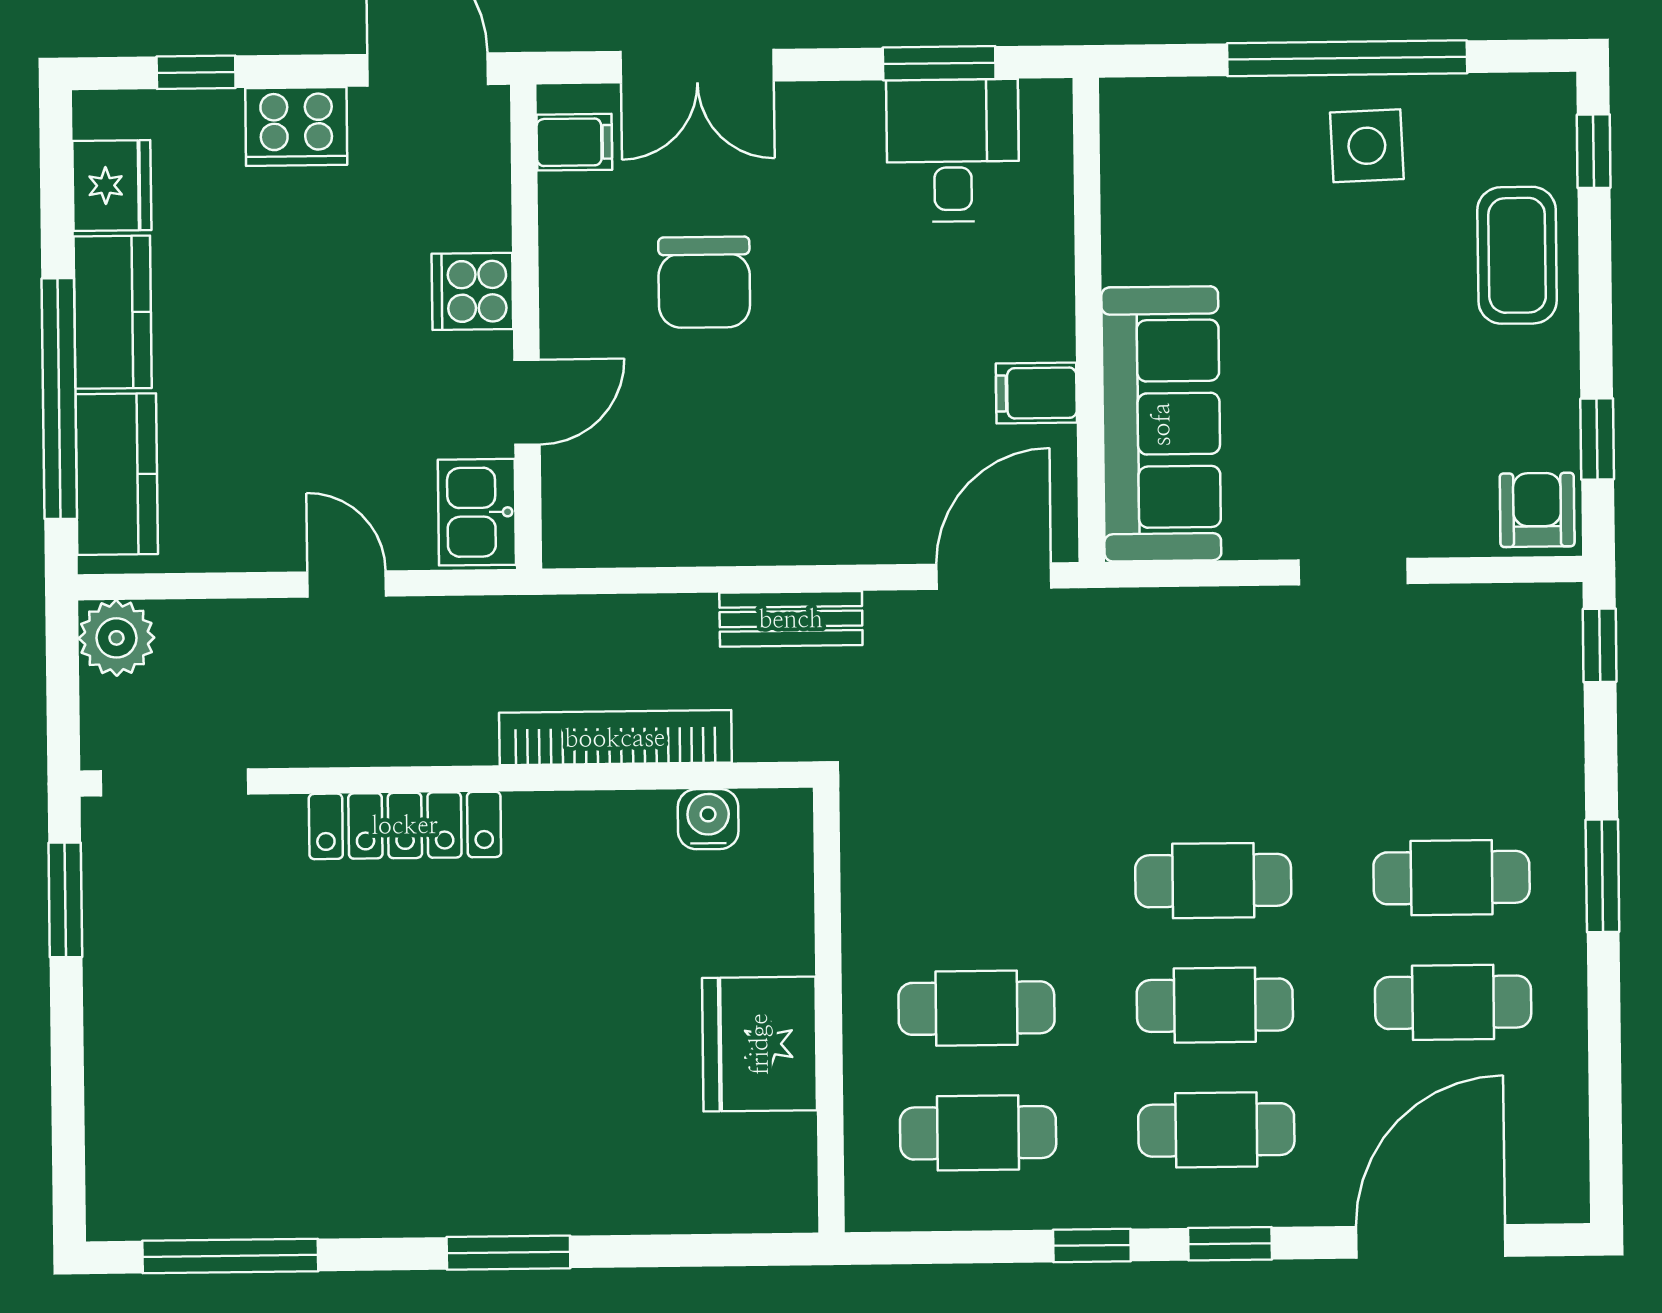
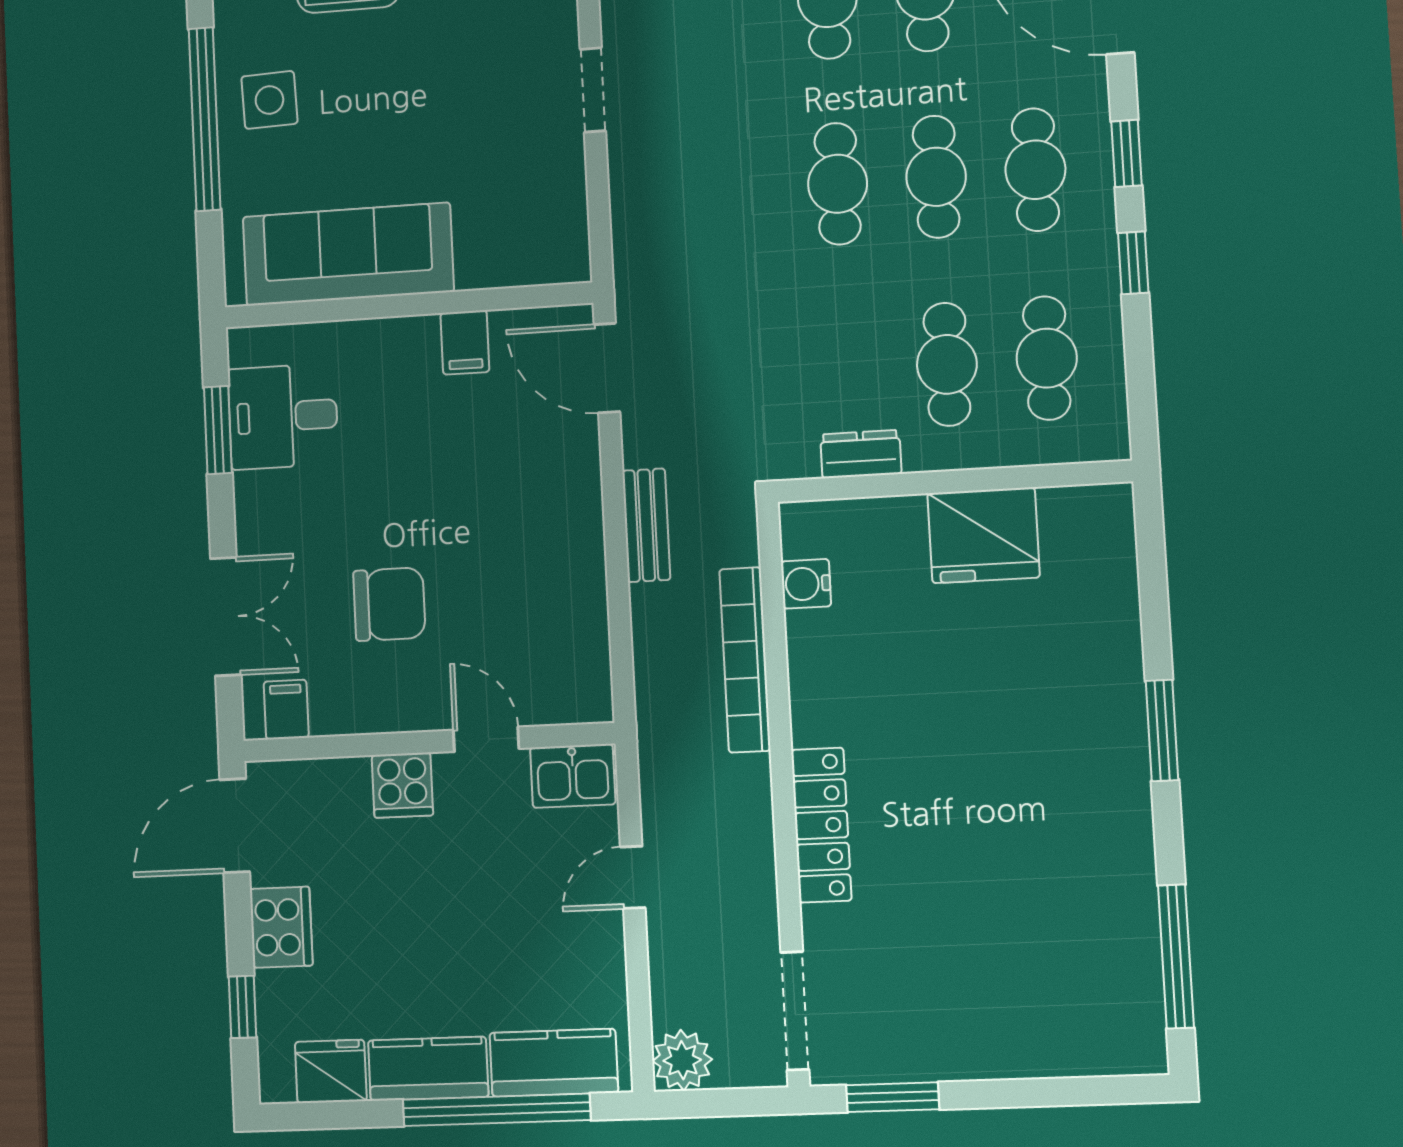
sofa: (1161, 424) -> (348, 254), moved
dresser: (869, 895) -> (861, 454), added

